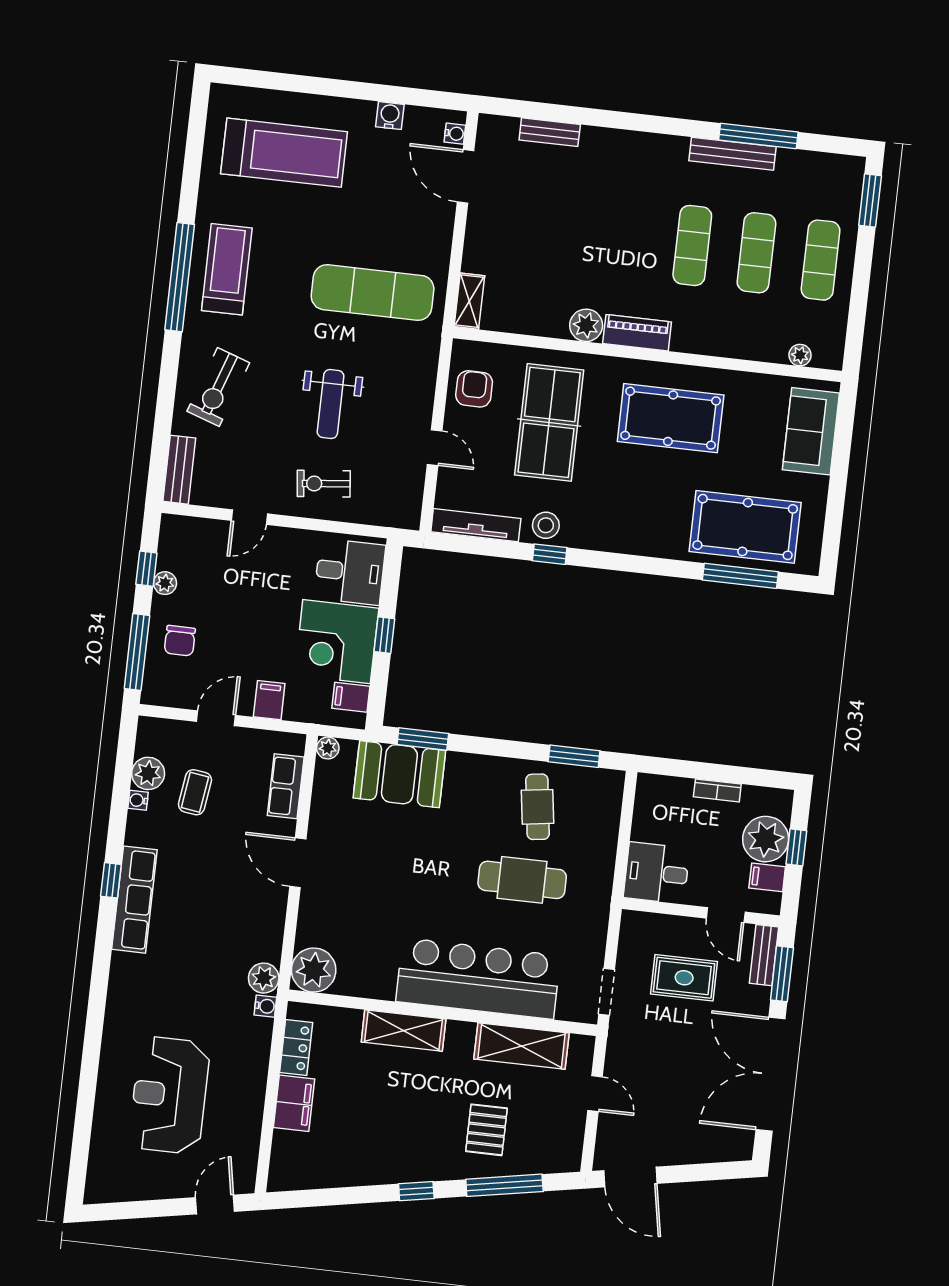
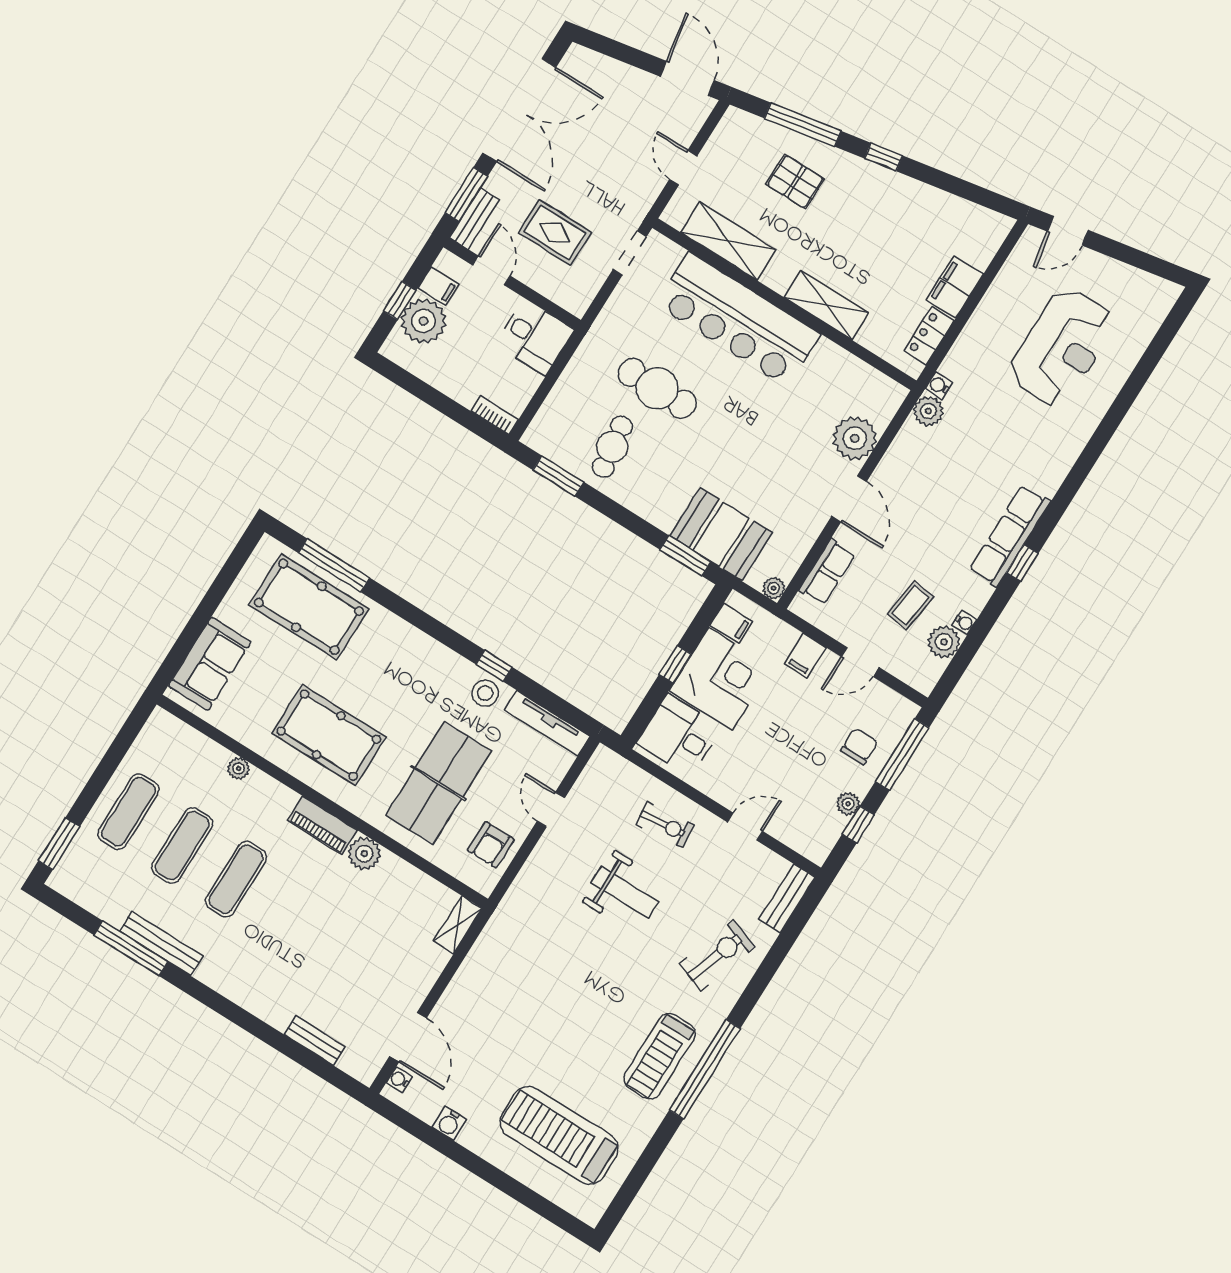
exercise mat: (373, 293) -> (540, 974), removed
plant: (800, 355) -> (239, 768), moved
weight bench: (331, 404) -> (625, 892), turned 90
bookcase: (717, 790) -> (495, 415), moved
plant: (314, 970) -> (855, 438), moved
pallet: (486, 1130) -> (795, 182), turned 90

